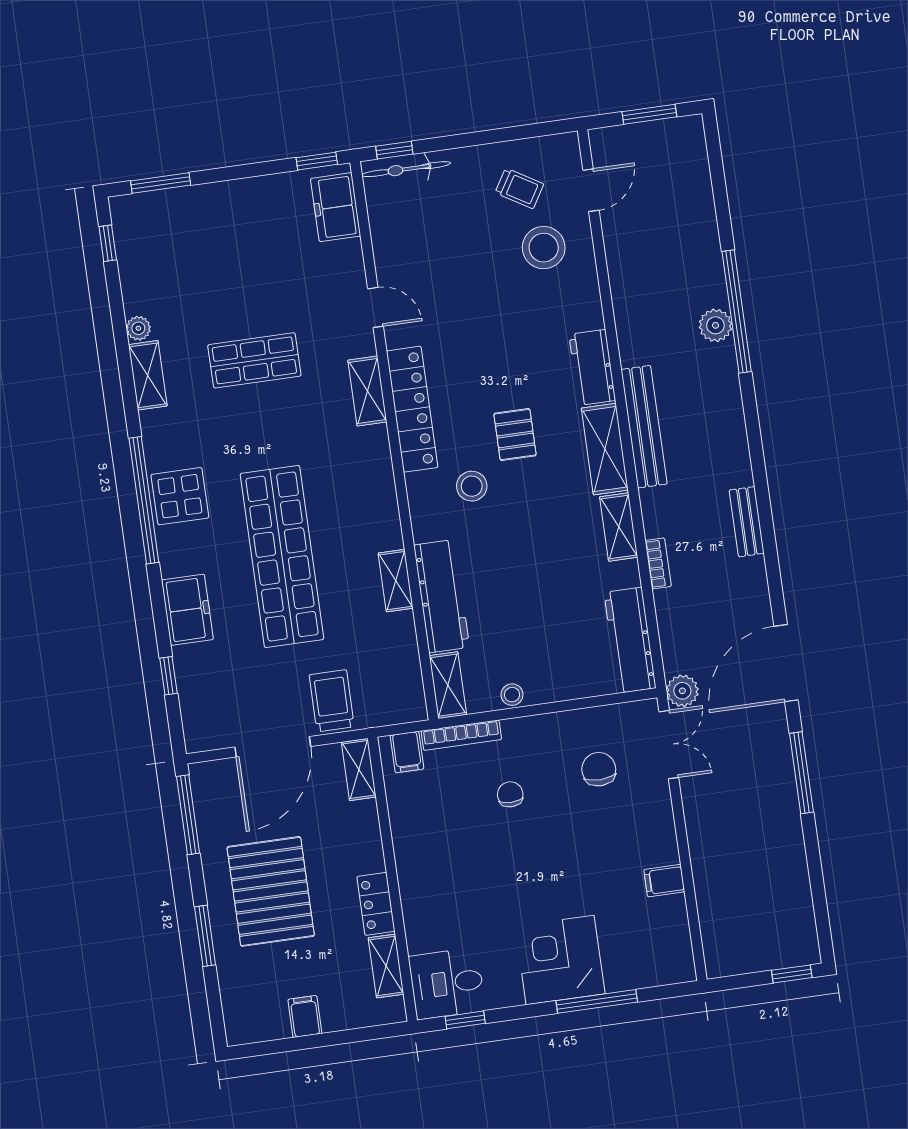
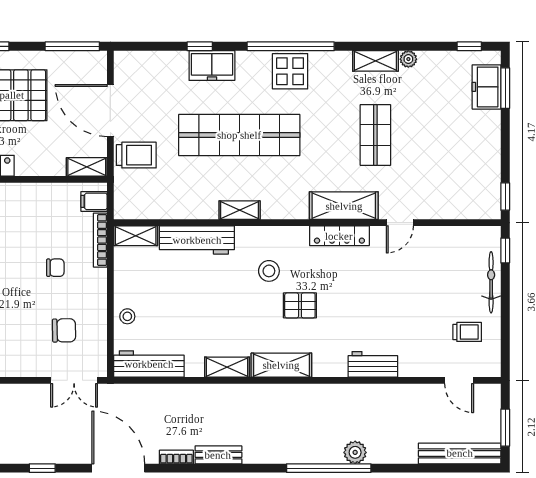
bicycle: (406, 169) -> (491, 282), moved
trolley: (519, 188) -> (467, 332), turned -121
freezer: (336, 207) -> (486, 87), moved, turned -90
stool: (544, 248) -> (425, 343), removed
window: (737, 311) -> (329, 468), moved
workbench: (592, 367) -> (373, 364), moved
shelving: (367, 391) -> (344, 206), width x1.50, depth x1.33
locker: (412, 409) -> (339, 236), width x0.71, depth x0.83
bench: (644, 427) -> (460, 453), moved
bookcase: (658, 563) -> (176, 457), moved, turned 180
shelving: (396, 581) -> (240, 210), moved
window: (168, 676) -> (200, 46), moved
plant: (682, 691) -> (109, 395), removed
stool: (512, 695) -> (127, 316), moved
window: (801, 773) -> (42, 468), width x0.46

